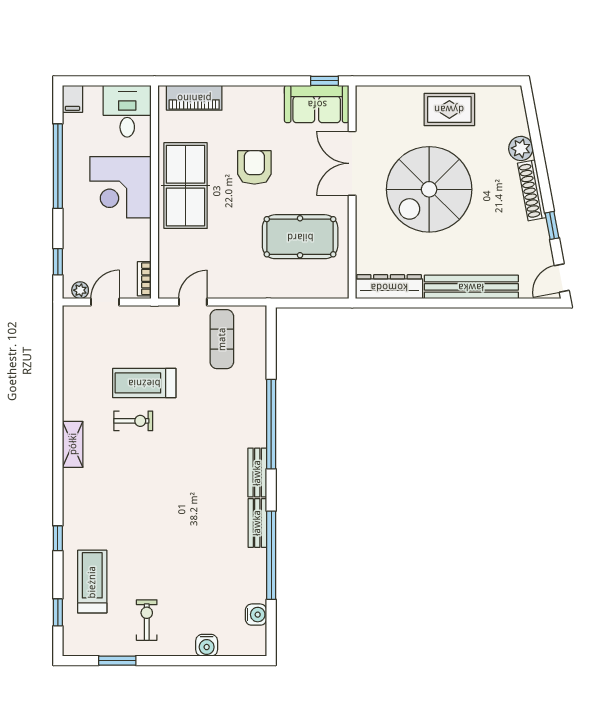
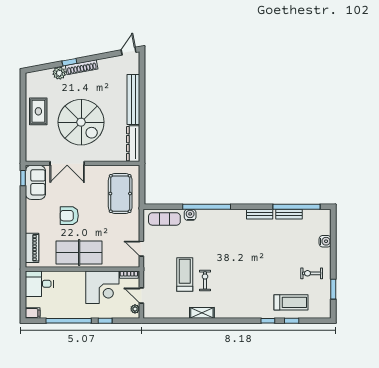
corner desk: (120, 187) -> (102, 287), moved
window: (552, 225) -> (69, 62), moved
pool table: (300, 237) -> (120, 194), moved
window: (58, 262) -> (105, 321), moved
door: (562, 278) -> (129, 51), swing flipped
exercise mat: (222, 339) -> (164, 219), moved
treadmill: (144, 383) -> (185, 275), turned 180
shelving: (73, 444) -> (202, 313), moved
bench: (257, 473) -> (289, 214), moved
window: (271, 555) -> (296, 207), moved
treadmill: (92, 582) -> (291, 302), turned 180
window: (58, 612) -> (292, 321), moved
water cooler: (256, 615) -> (190, 215), moved

